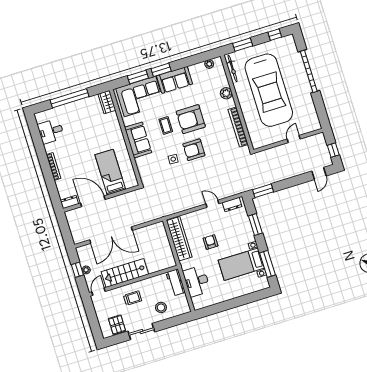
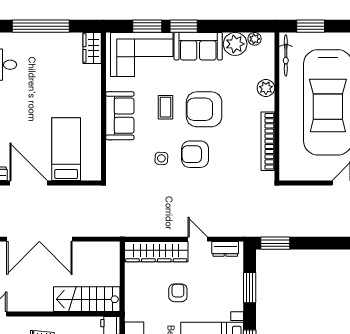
plant: (198, 71) -> (235, 44), added
wardrobe: (179, 239) -> (156, 252), moved, turned 90
stairs: (125, 273) -> (87, 299), moved

